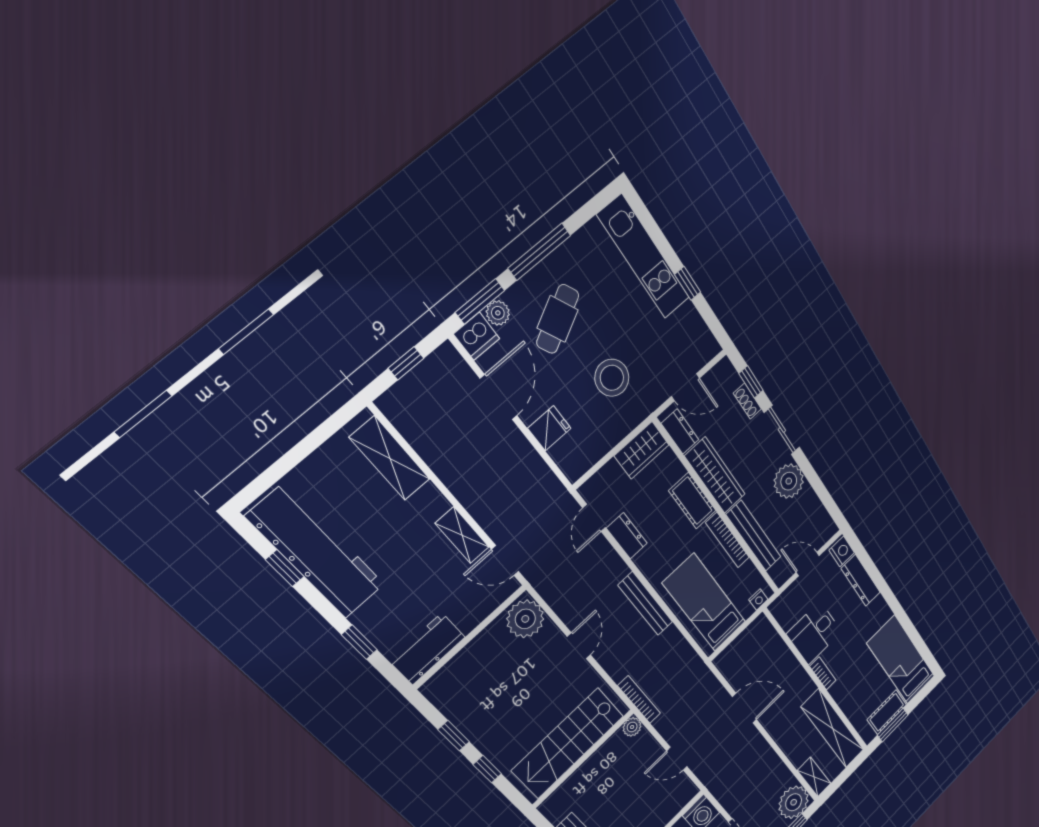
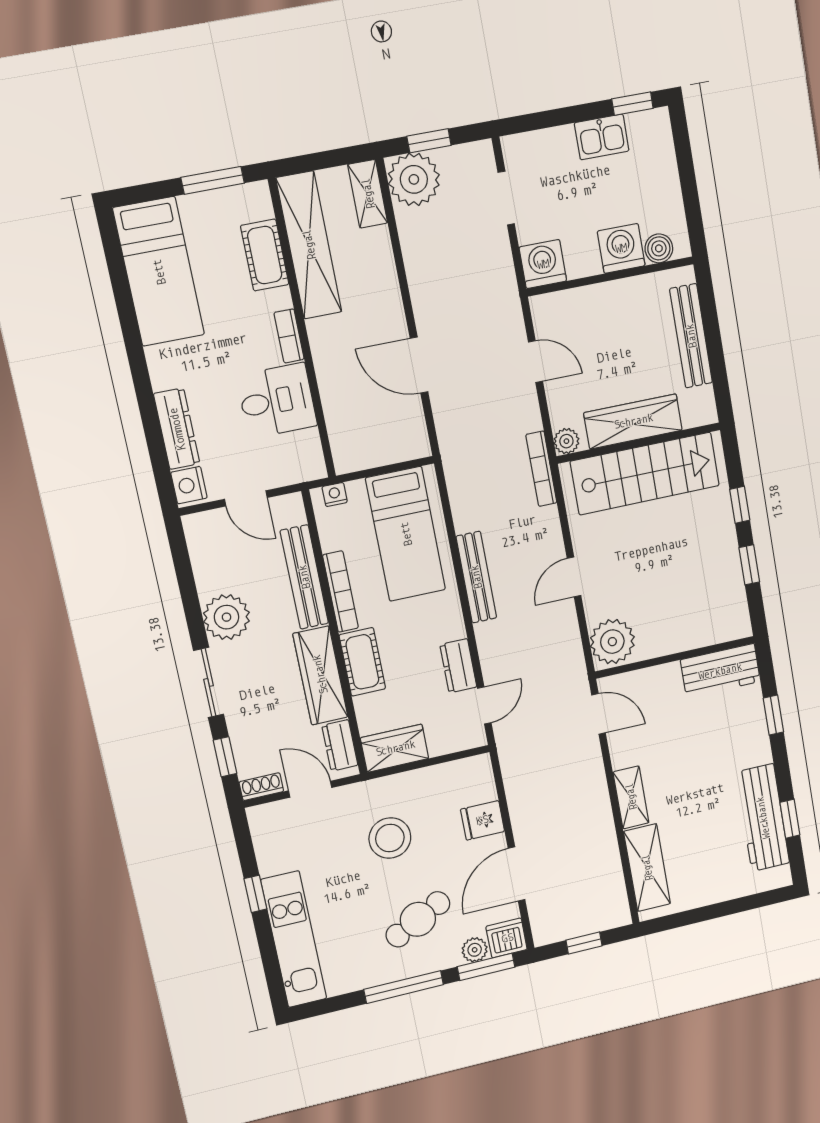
shoe rack: (747, 401) -> (261, 787), moved, turned -90
shelving: (462, 535) -> (631, 797), moved
workbench: (316, 551) -> (763, 818), width x0.73, depth x0.76
cot: (887, 712) -> (265, 255), moved, turned 90
wardrobe: (595, 768) -> (633, 421), added

